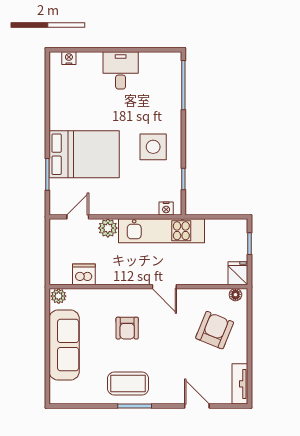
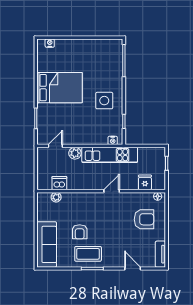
desk: (121, 70) -> (83, 51), removed
bed: (84, 154) -> (60, 88), moved
fridge: (238, 273) -> (145, 182), moved
door: (164, 287) -> (112, 191), swing flipped
plant: (59, 296) -> (56, 197), moved
armchair: (127, 328) -> (80, 232), moved
armchair: (215, 330) -> (144, 219), turned 68
sofa: (64, 345) -> (47, 244), moved

